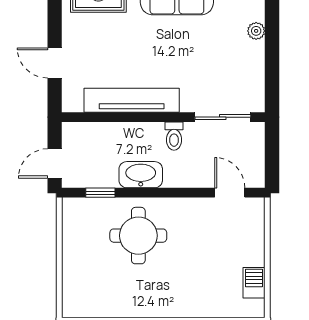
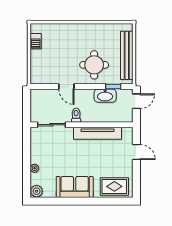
washbasin: (141, 175) -> (105, 96), moved
door: (230, 193) -> (66, 87), moved
bench: (74, 255) -> (127, 55), added

